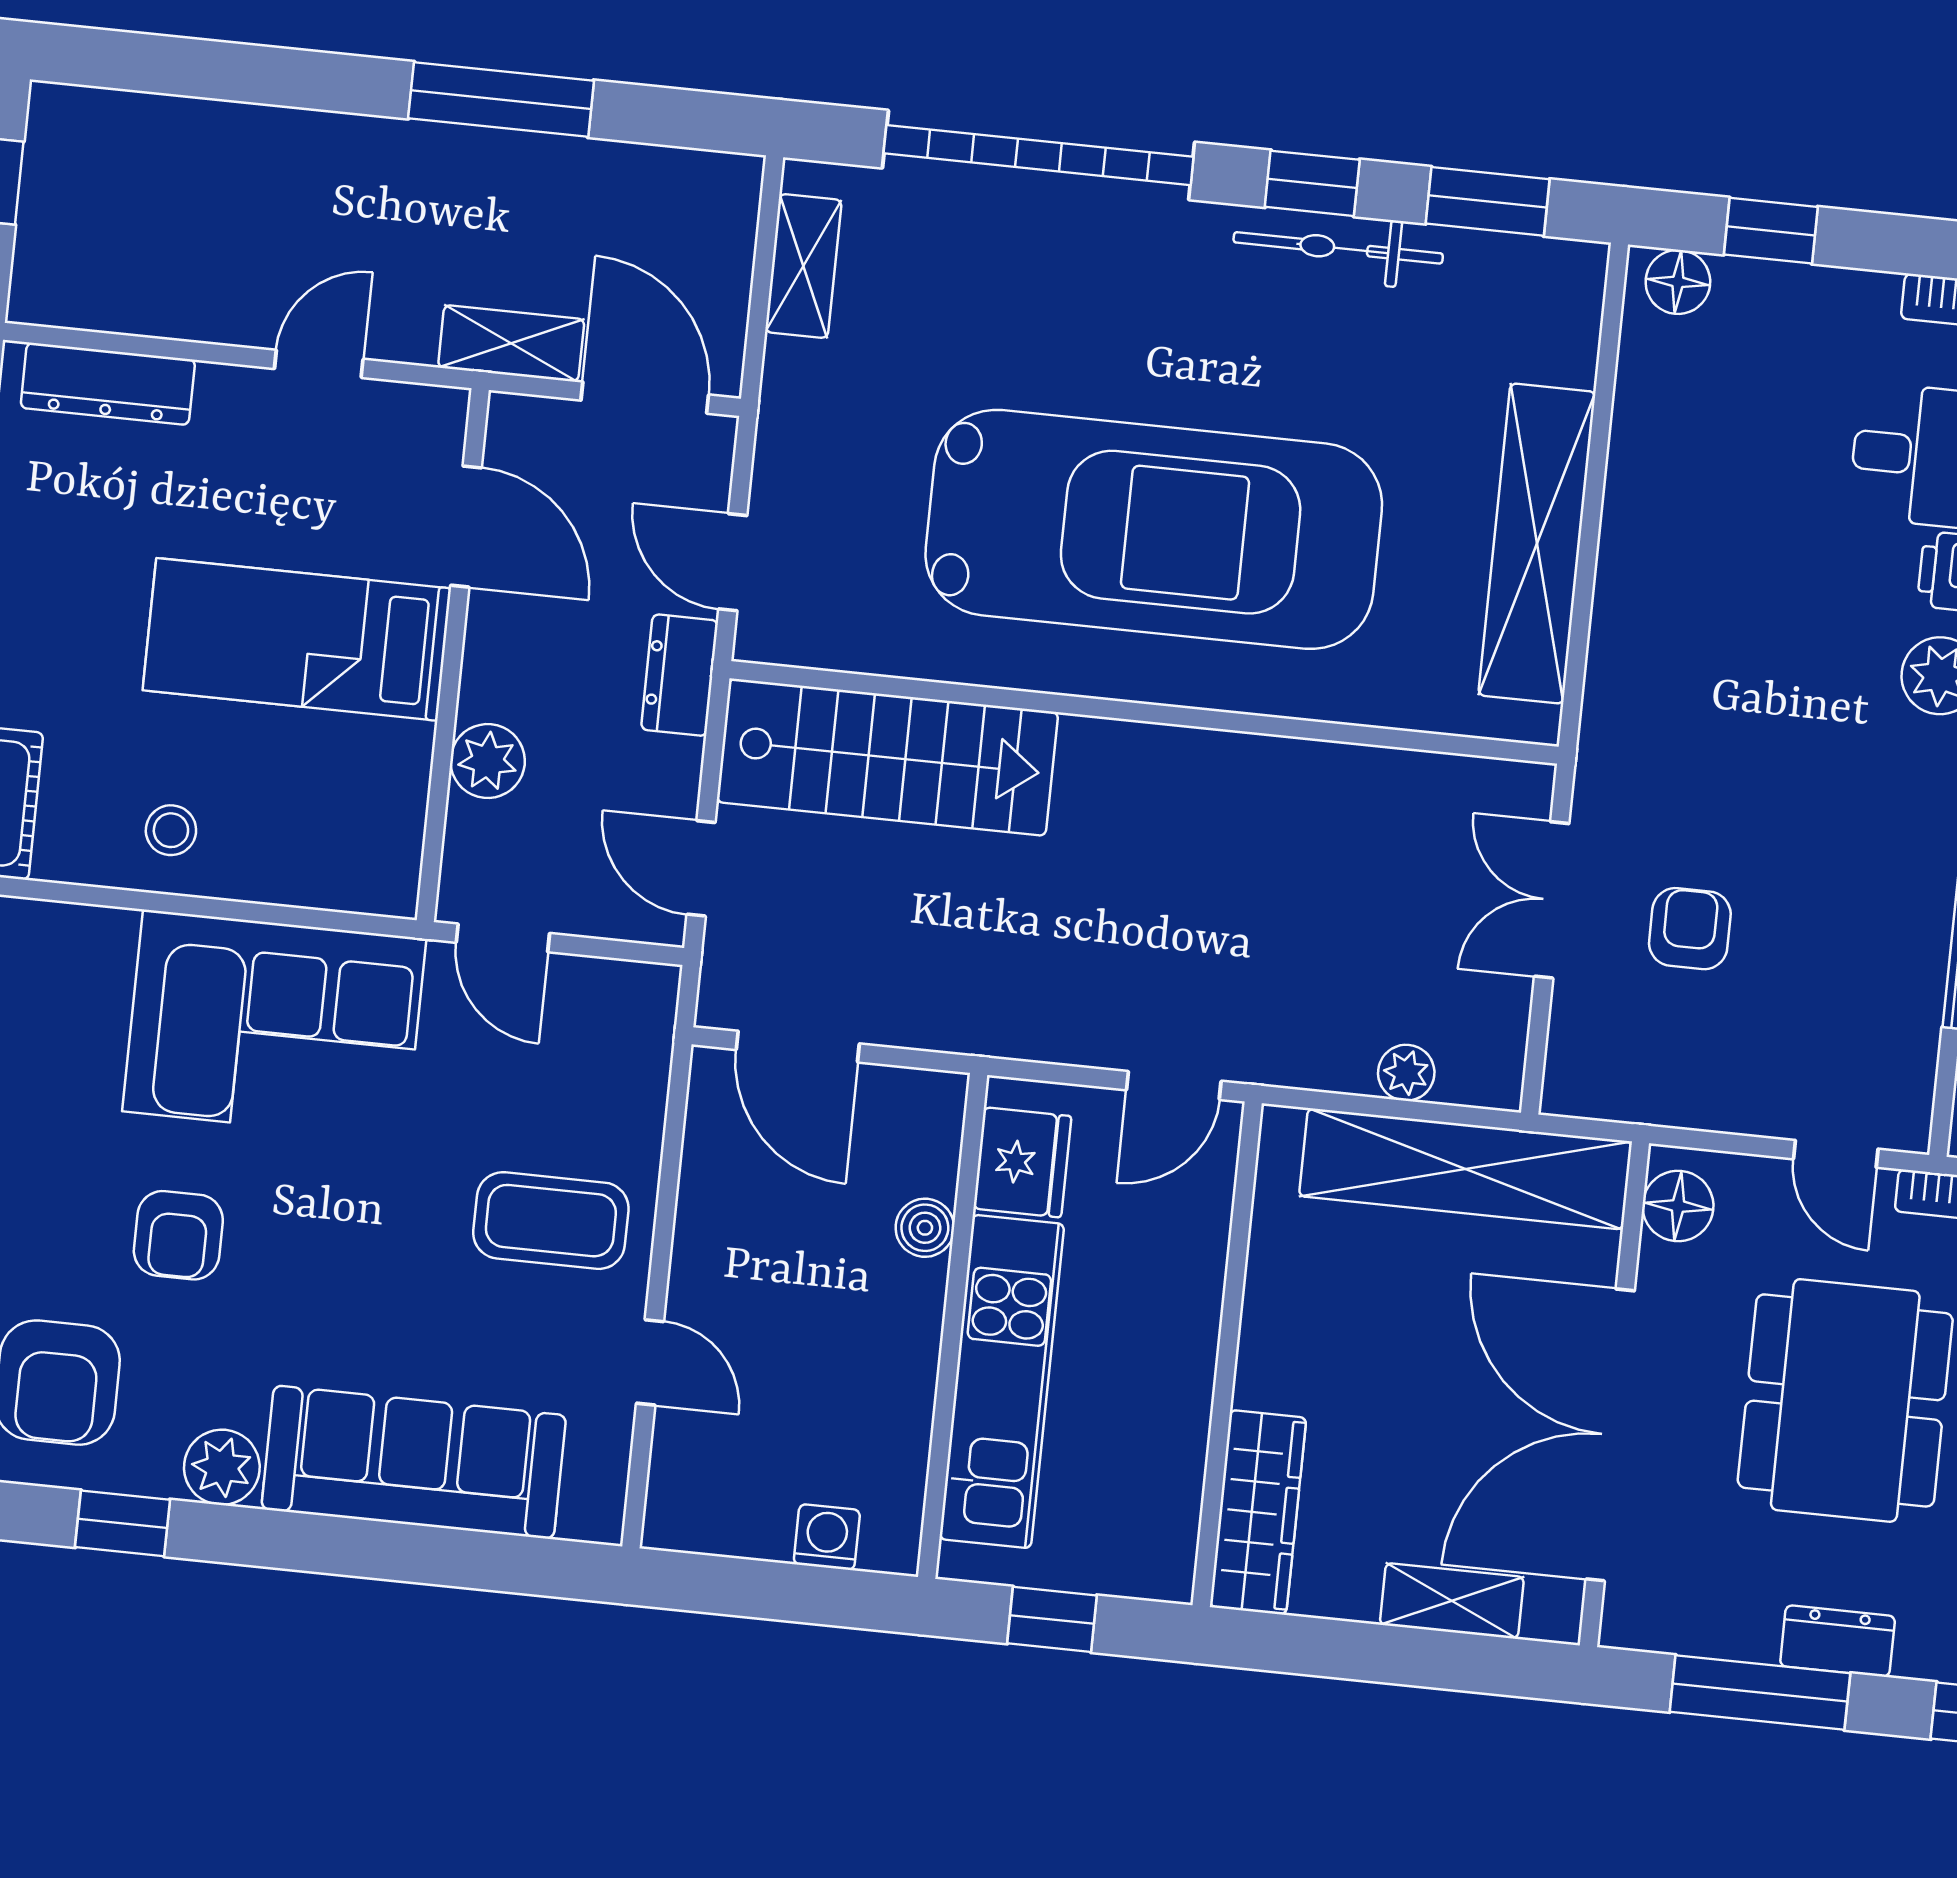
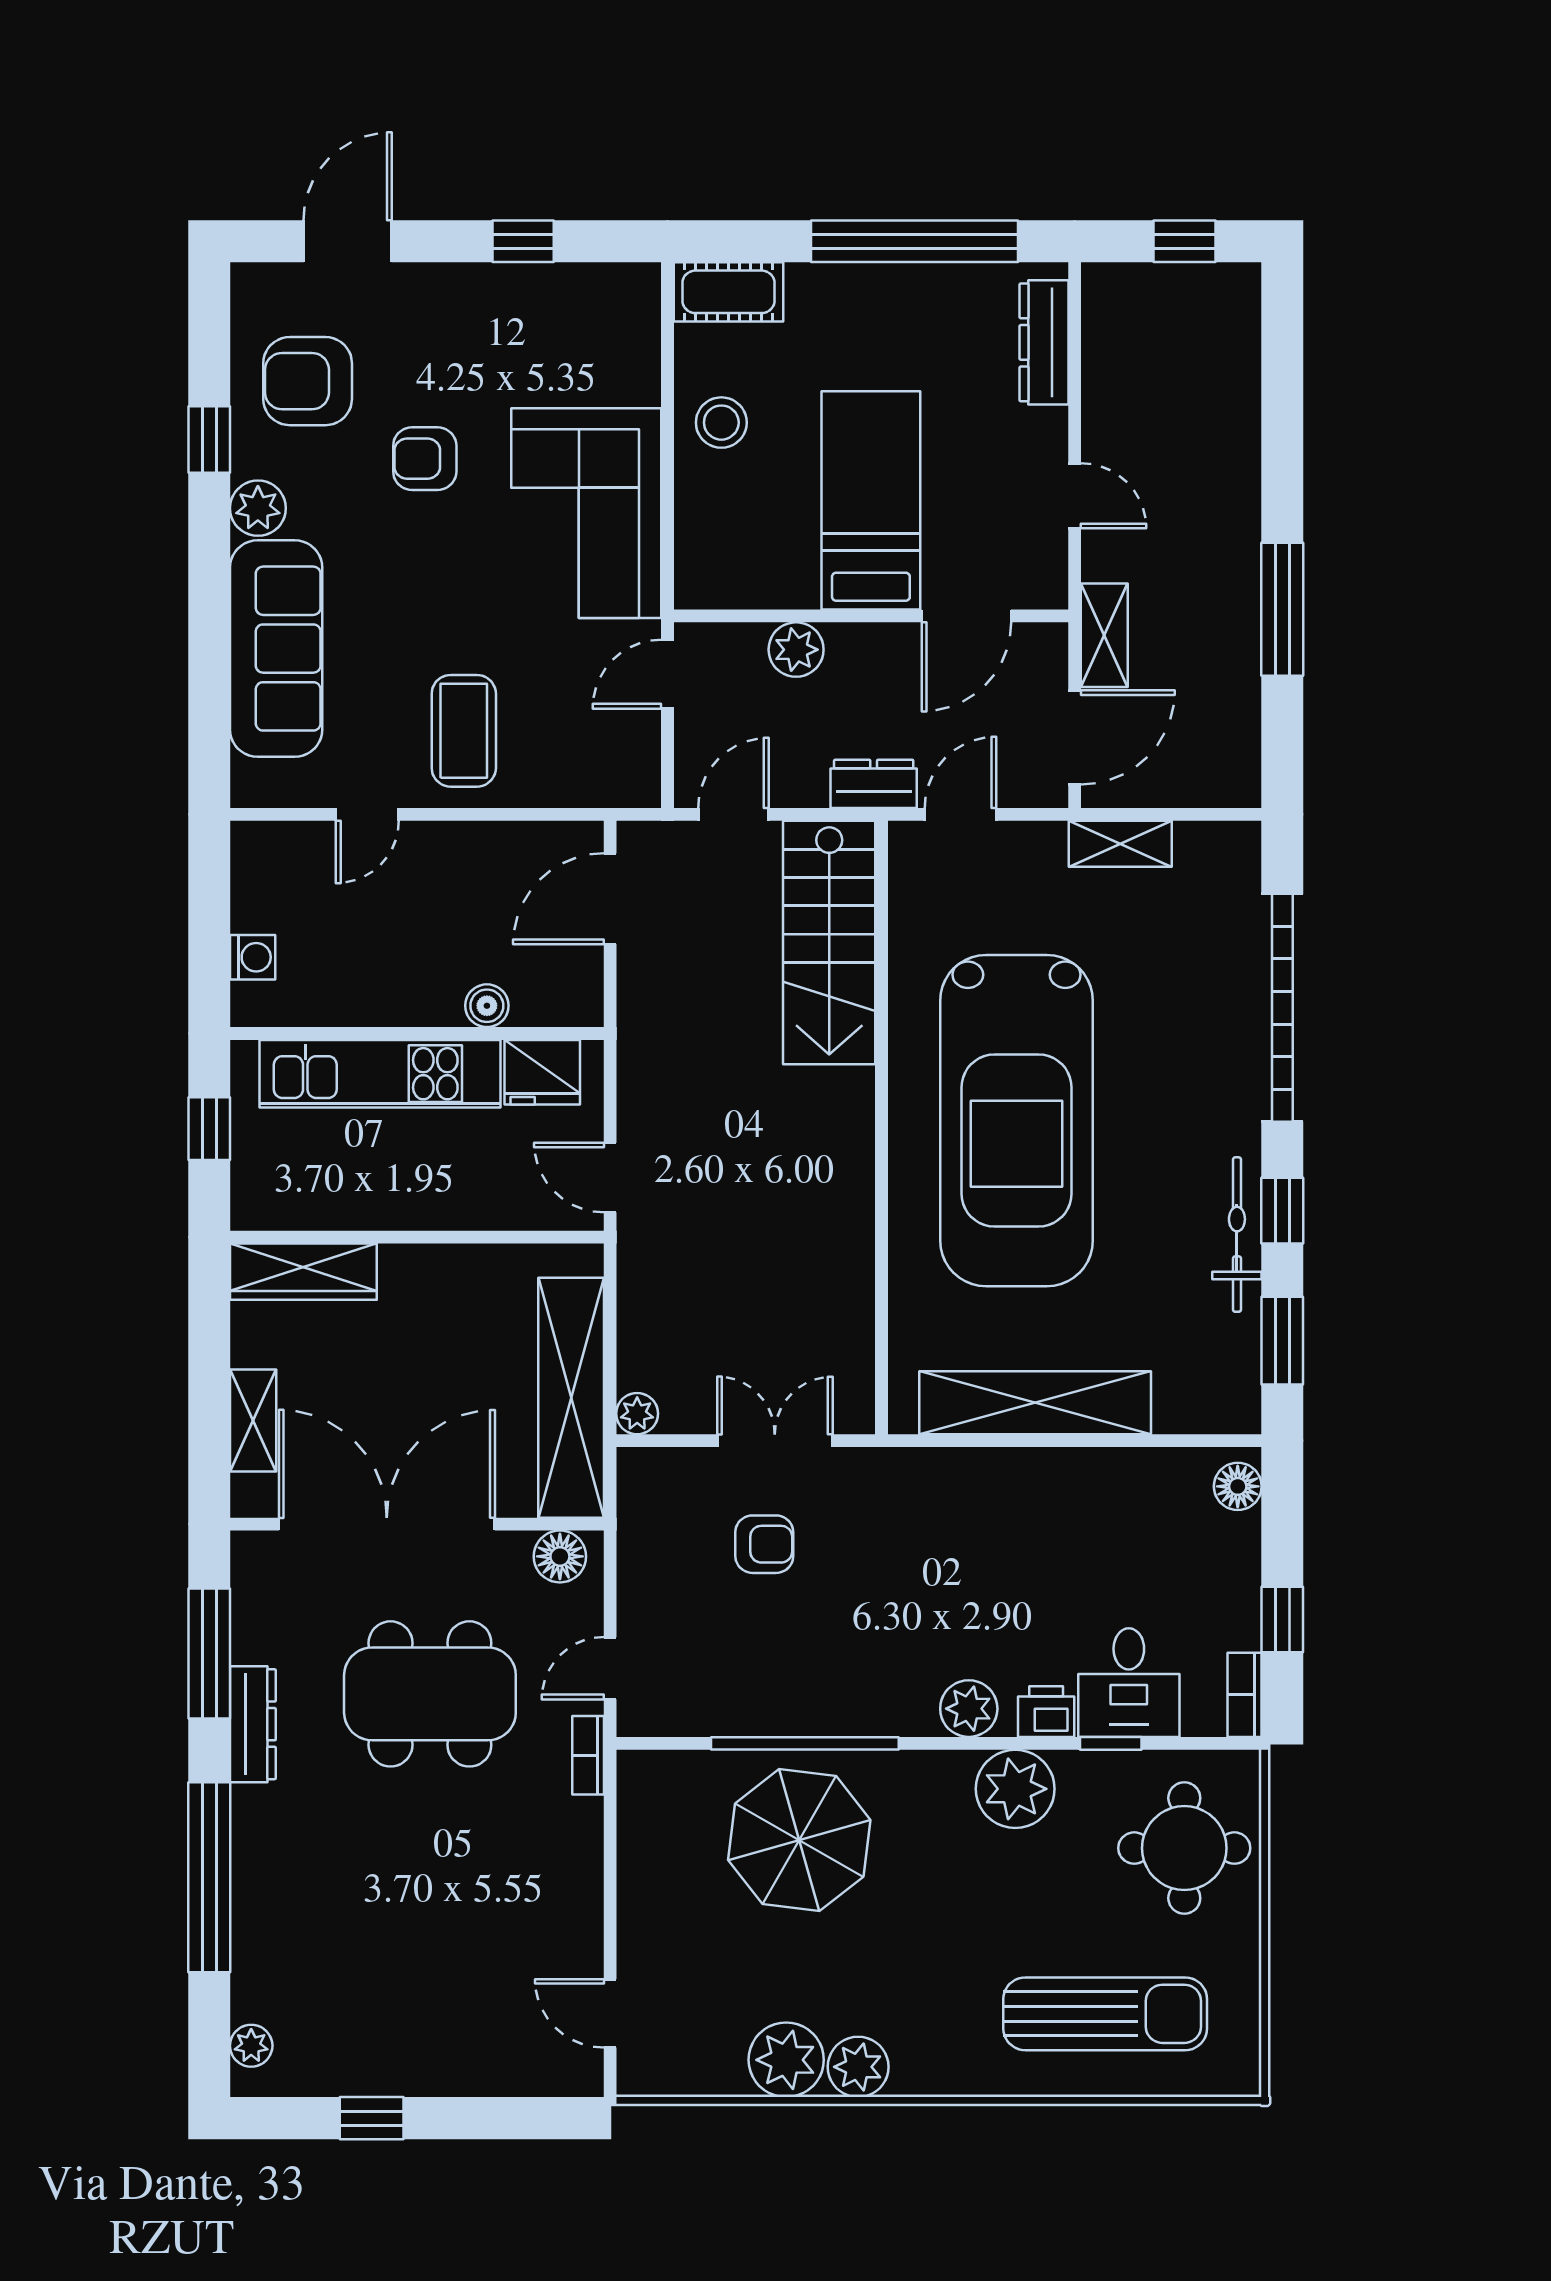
window: (1771, 231) -> (1282, 1619), moved
shelving: (803, 266) -> (1120, 844), moved
stool: (171, 830) -> (721, 423), width x1.37, depth x1.37
plant: (1406, 1073) -> (637, 1414), moved
dresser: (1838, 1641) -> (253, 1724), width x1.44

